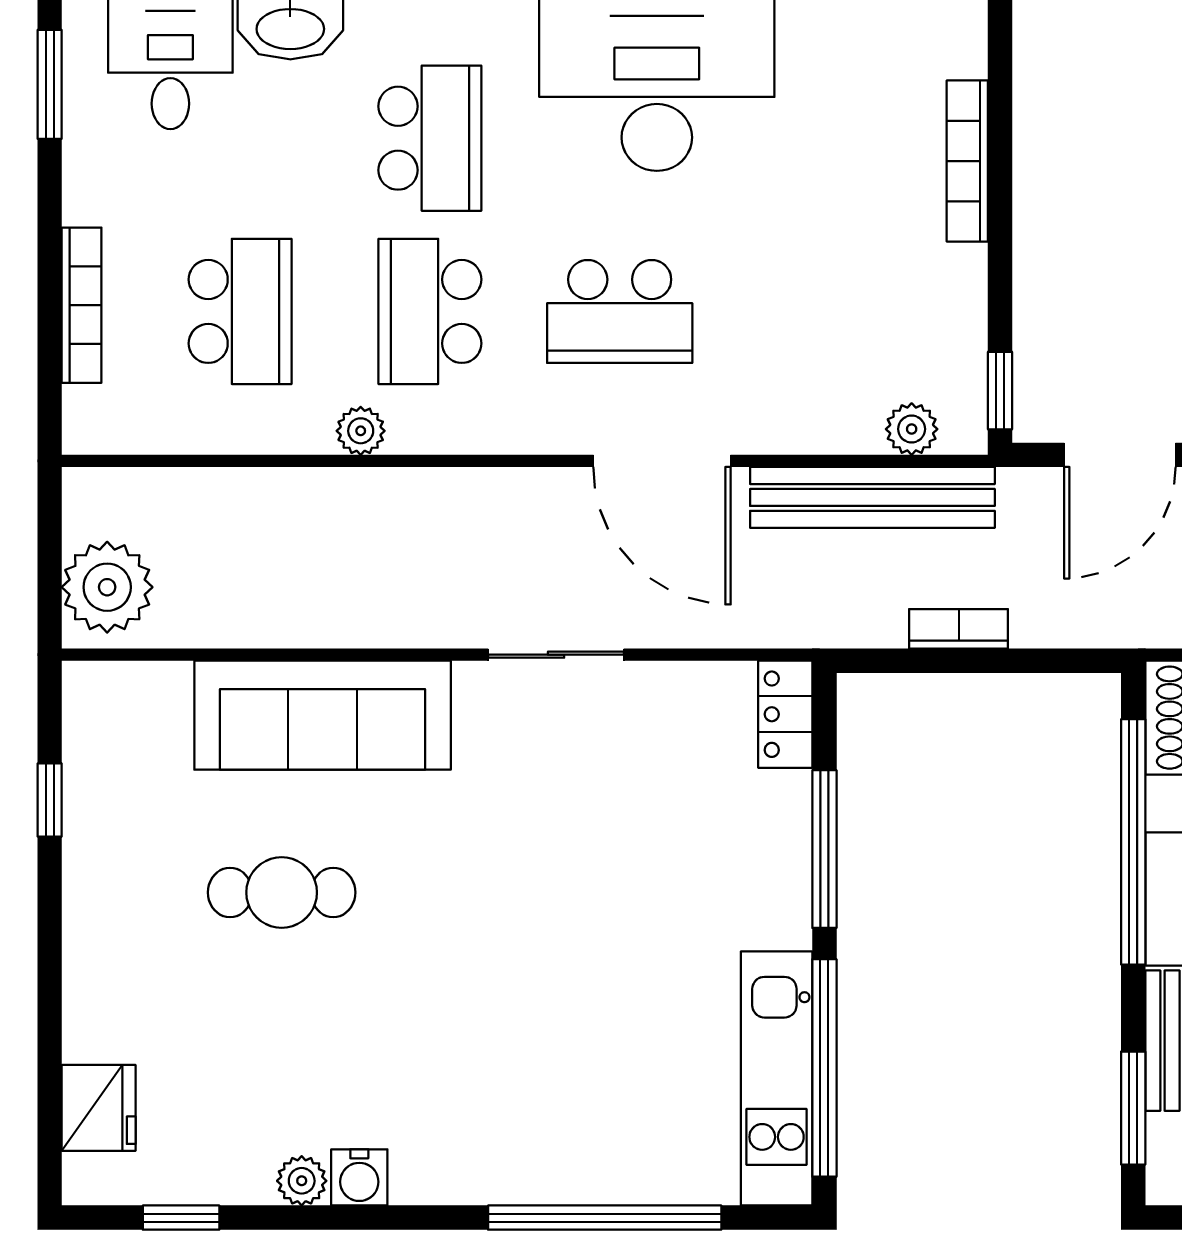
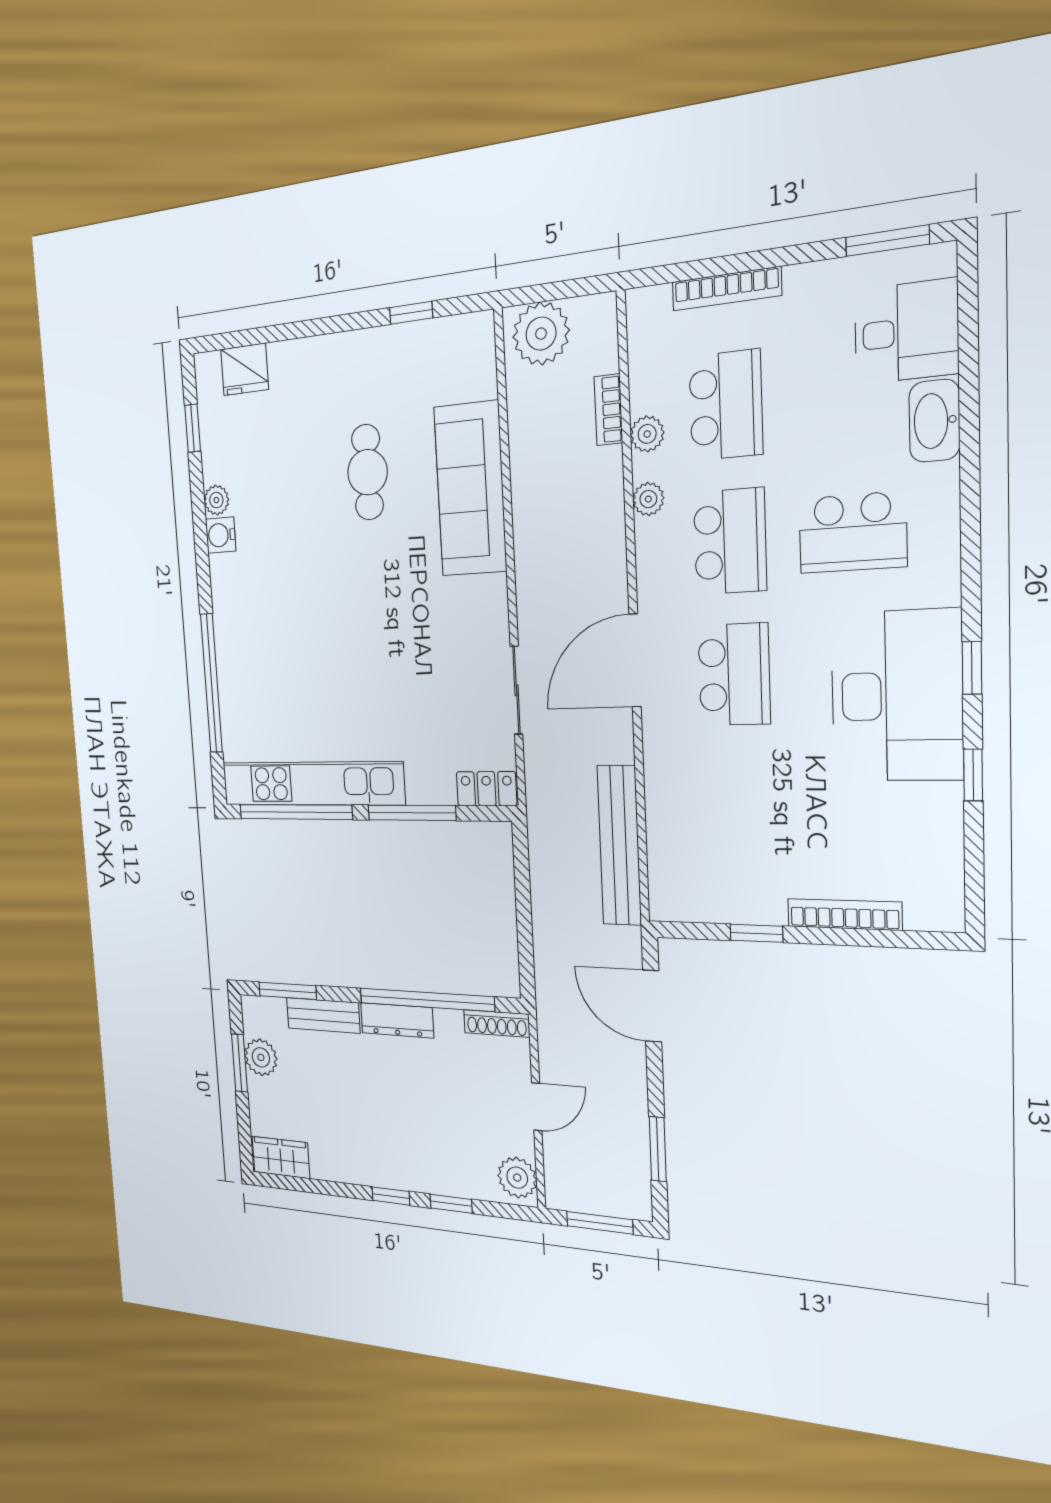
school desk: (240, 311) -> (726, 405), turned -90
school desk: (430, 311) -> (730, 541), turned 90
school desk: (620, 311) -> (734, 675), turned 180
window: (1000, 391) -> (756, 933), moved
plant: (912, 429) -> (647, 434), moved
door: (662, 461) -> (635, 660), moved
bookcase: (959, 629) -> (608, 410), moved, turned 180
sliding door: (556, 655) -> (517, 690), moved
kitchen unit: (777, 1078) -> (312, 784), width x1.36

